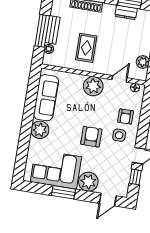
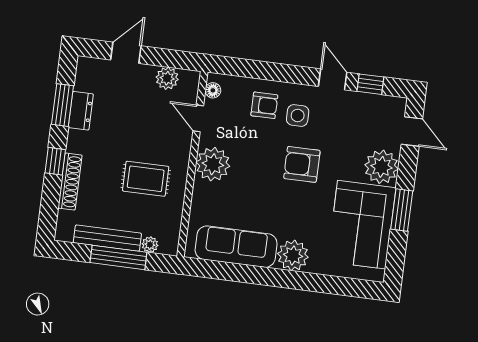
bench: (53, 30) -> (107, 238), width x1.36

